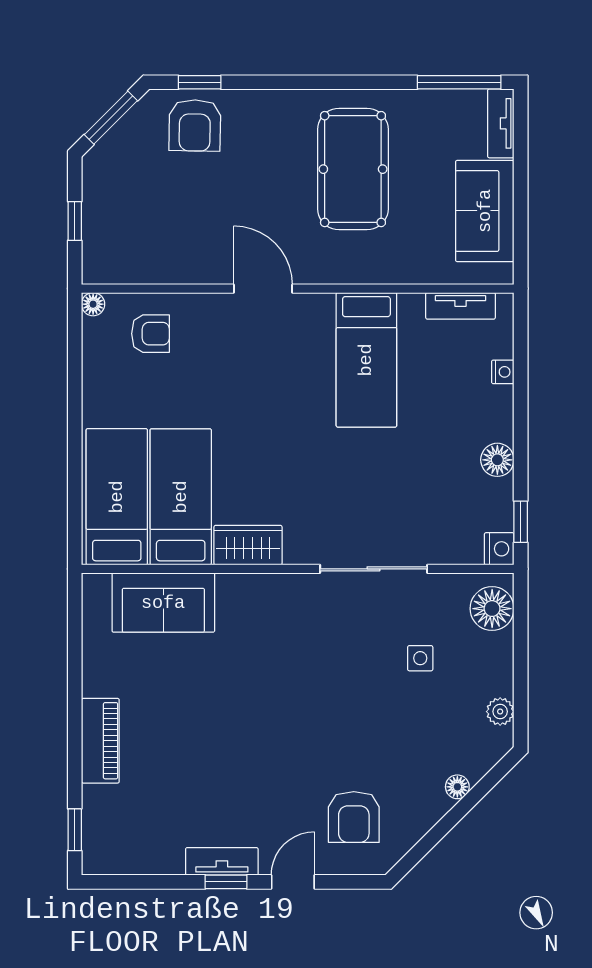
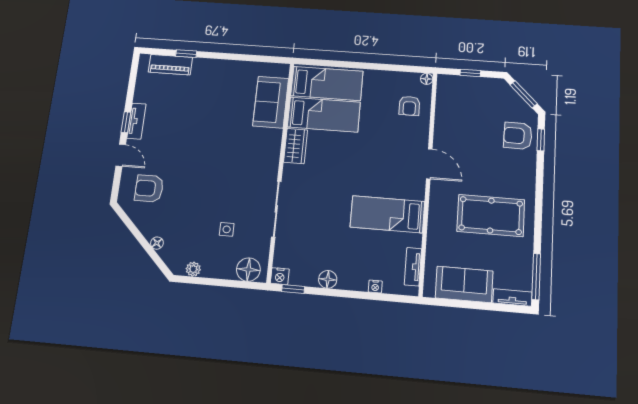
door: (263, 289) -> (429, 164), hinge flipped
piano: (100, 741) -> (170, 65), moved
window: (75, 830) -> (186, 54), moved

